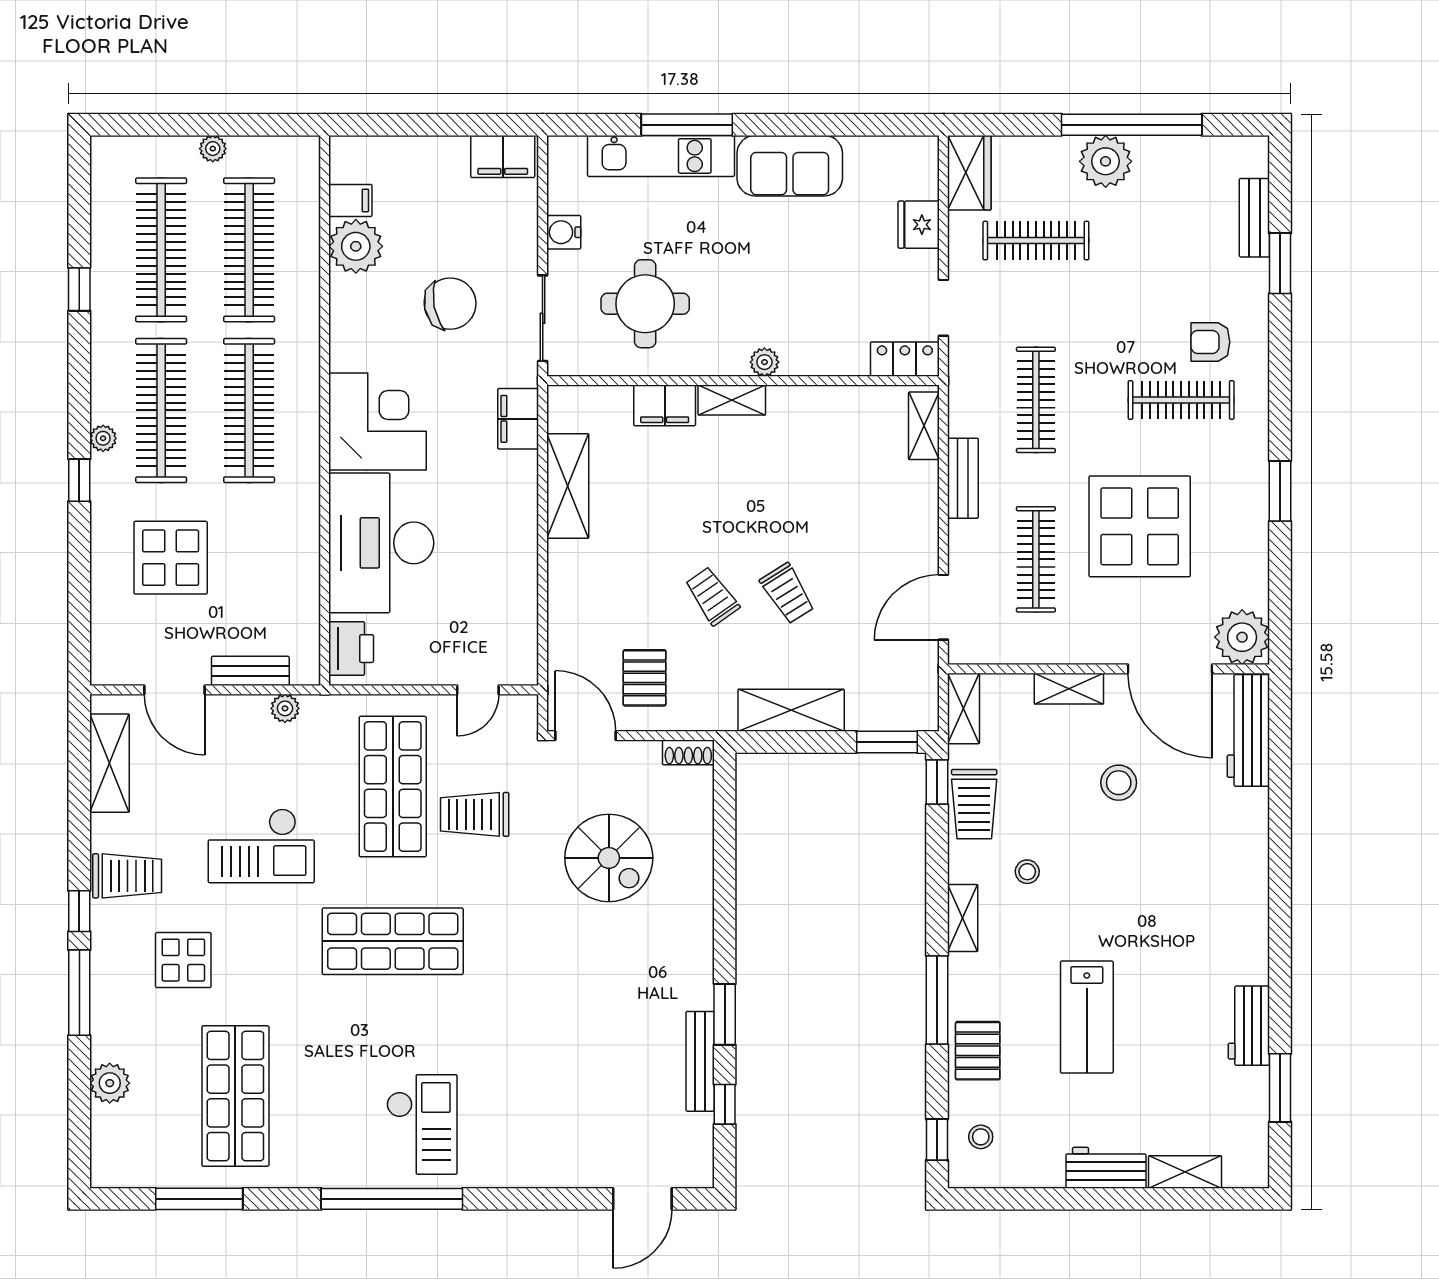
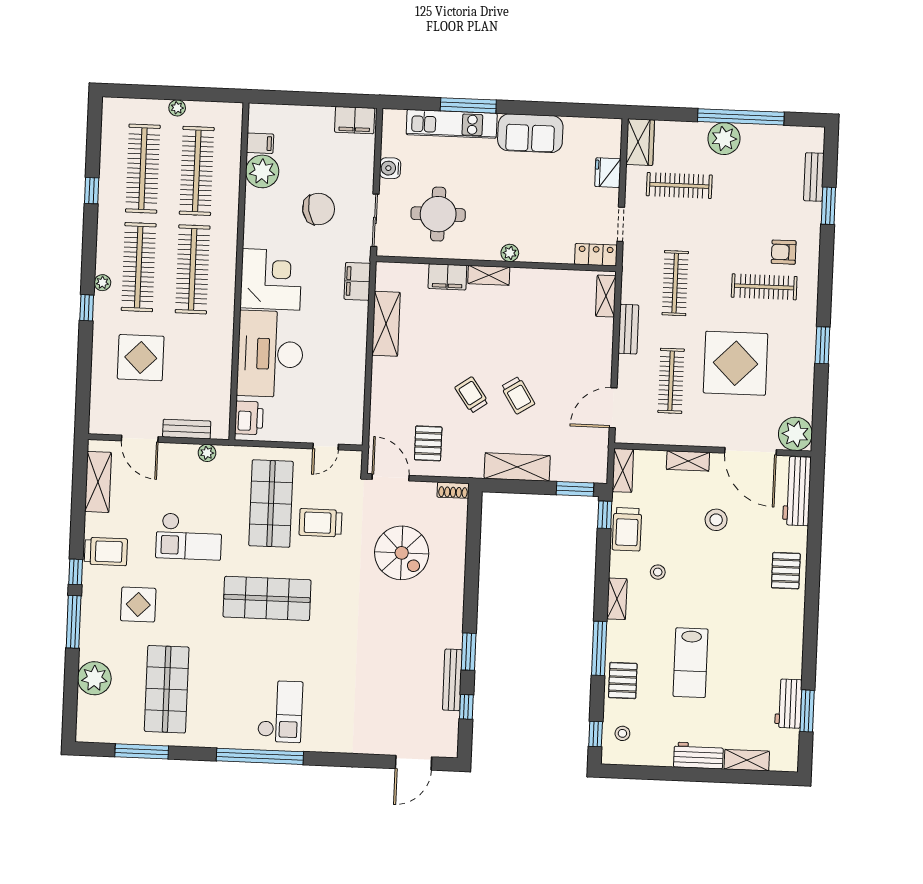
pallet: (1236, 861) -> (786, 571), added
workbench: (1249, 1026) -> (788, 704), moved
plant: (110, 1083) -> (94, 678), width x1.36, depth x1.36

